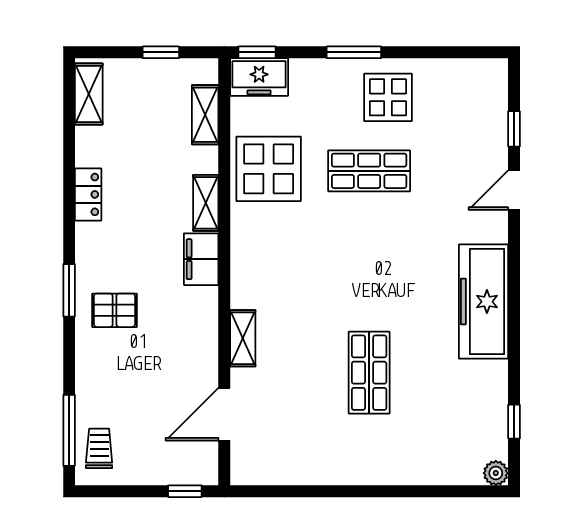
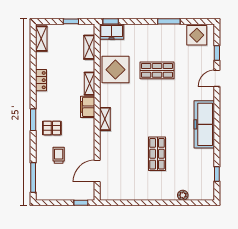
window: (354, 52) -> (169, 21), moved
display table: (388, 97) -> (197, 35), moved
shelving: (243, 338) -> (105, 119), moved
trolley: (99, 448) -> (59, 155), moved
plant: (496, 473) -> (183, 195), moved

